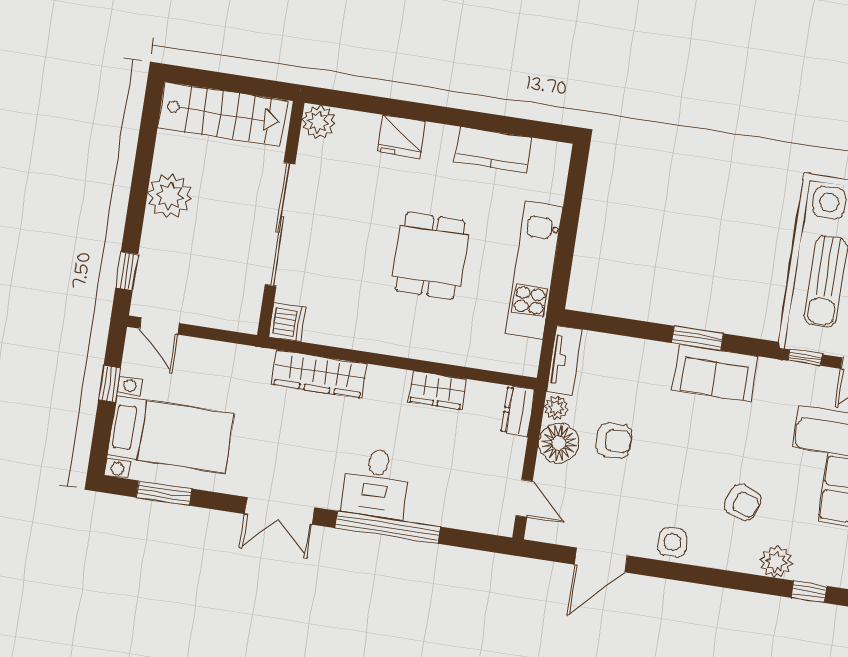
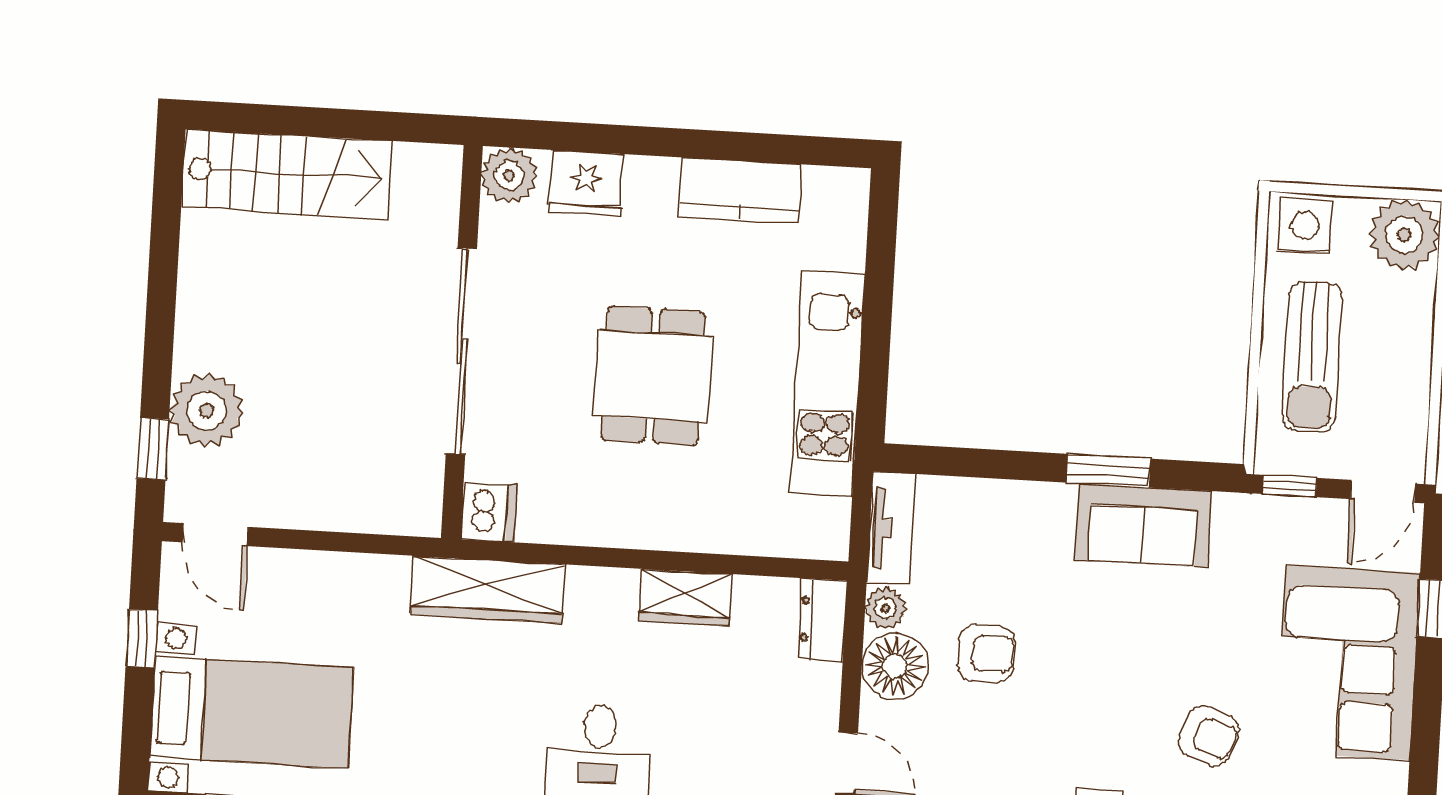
plant: (318, 122) -> (509, 175), moved
plant: (170, 196) -> (207, 411), moved
wall: (281, 219) -> (462, 342), moved
sliding door: (280, 224) -> (461, 351), moved
dishwasher: (287, 322) -> (489, 512), moved

